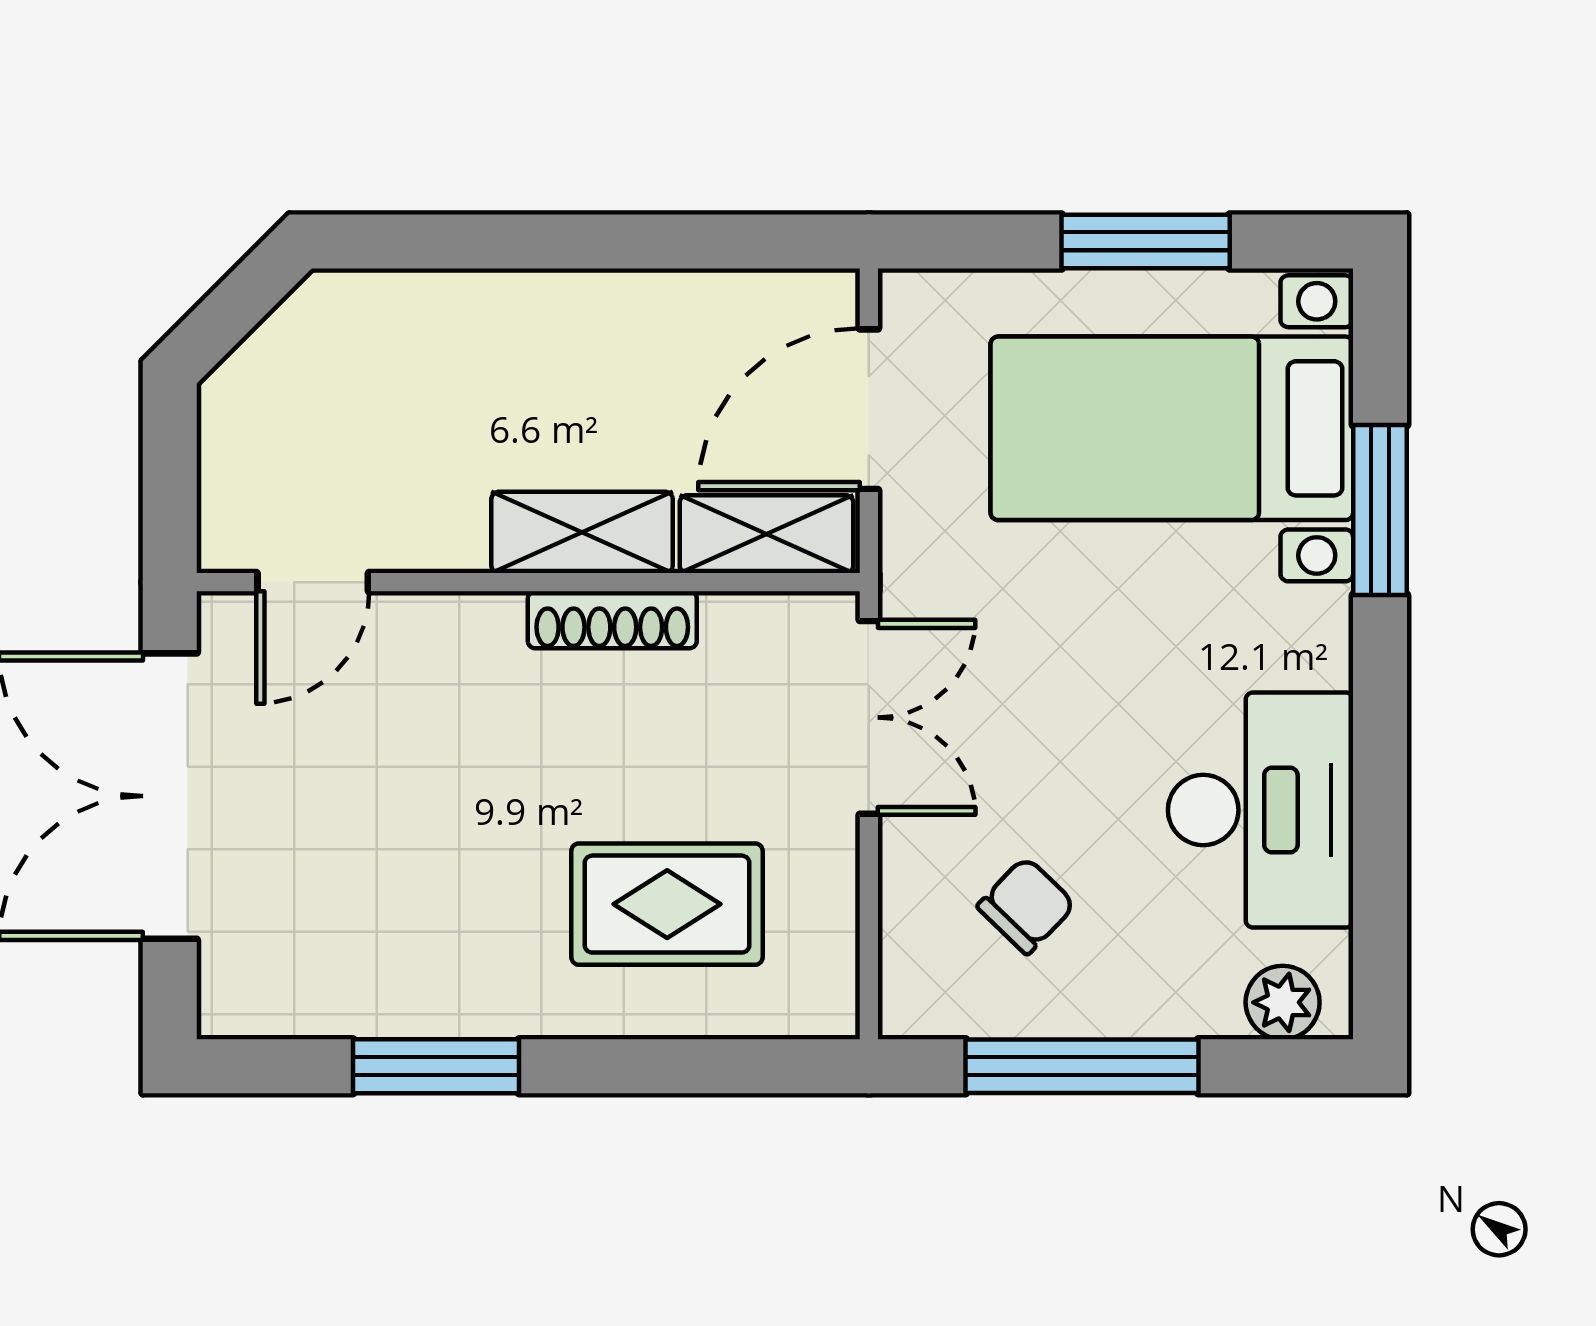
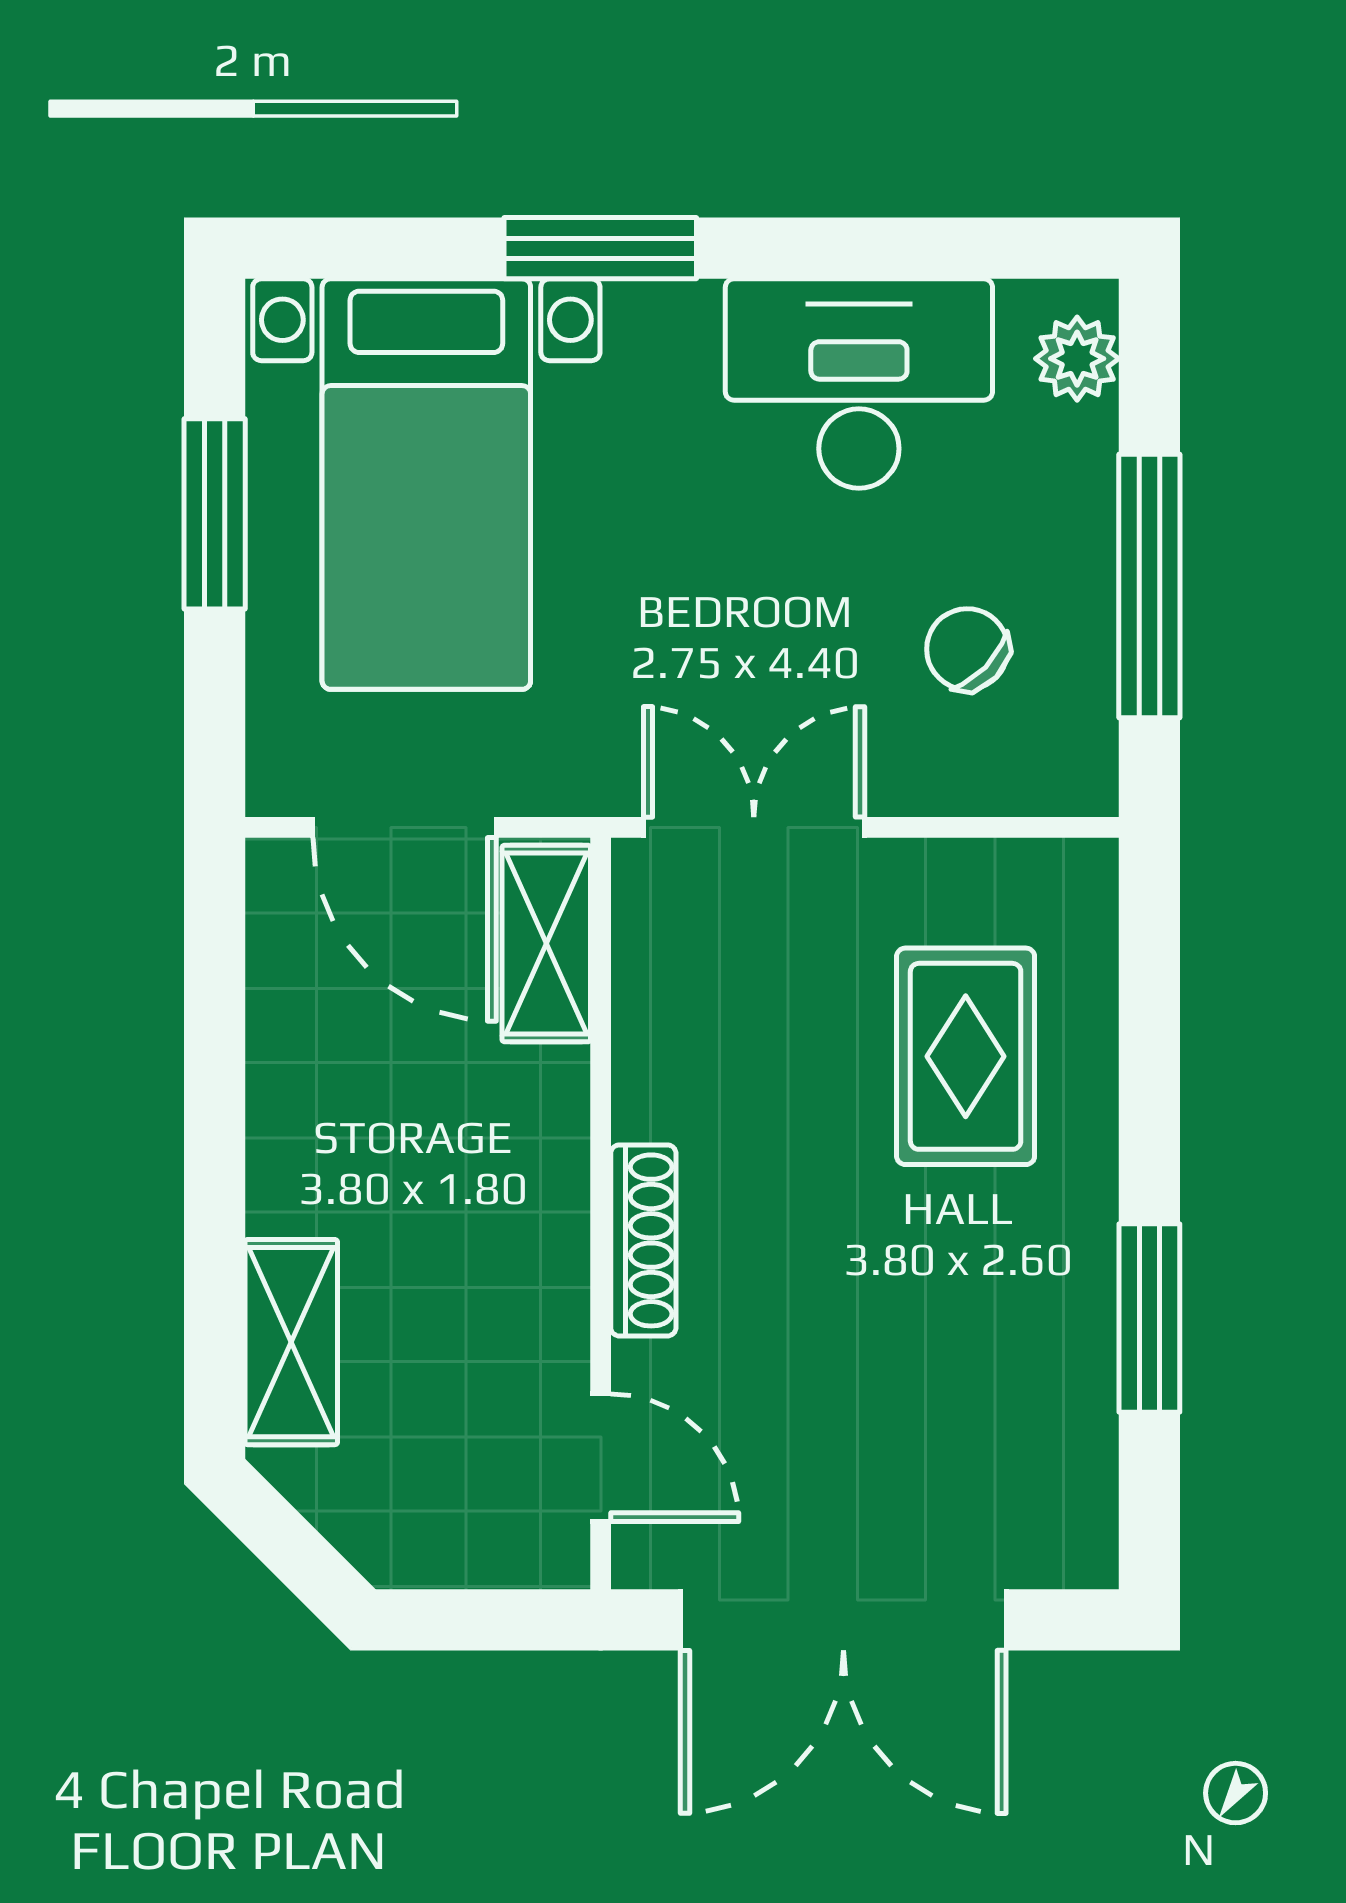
window: (1380, 510) -> (600, 248), moved
shelving: (582, 532) -> (291, 1342), moved
shoe rack: (612, 620) -> (643, 1240), moved

